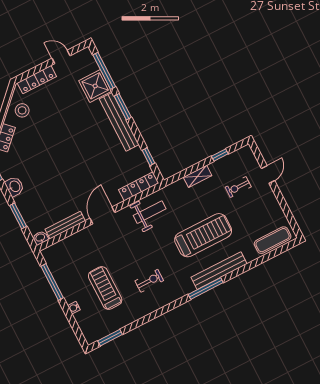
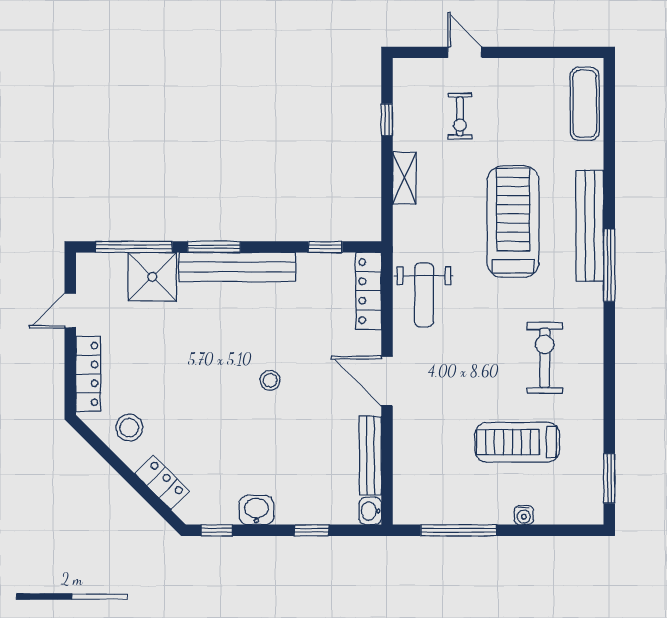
stool: (76, 163) -> (270, 380), added
weight bench: (150, 212) -> (424, 295), turned 180
window: (18, 216) -> (312, 530), width x0.67
exercise bike: (149, 281) -> (545, 358), width x1.38, depth x1.39

